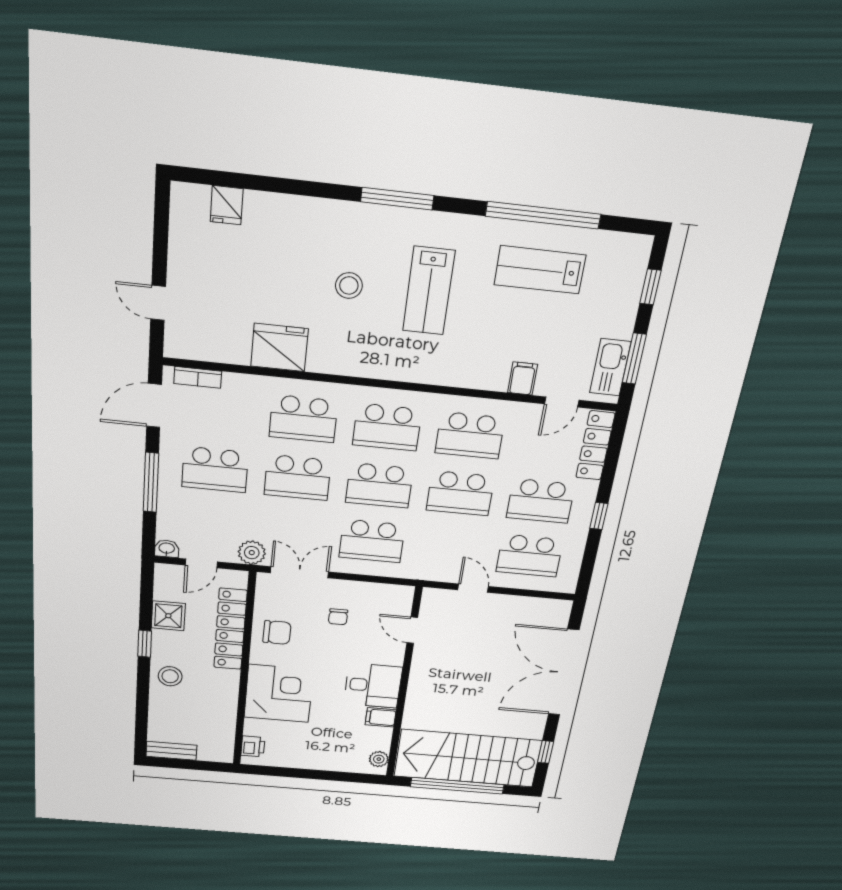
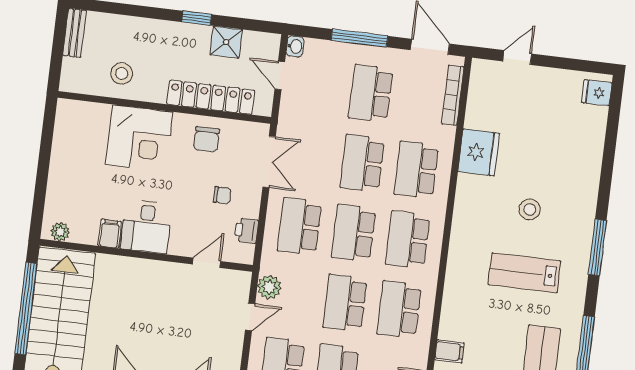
fridge: (227, 205) -> (597, 93), moved
bookcase: (198, 377) -> (453, 95), width x1.56
plant: (252, 553) -> (269, 287), moved
chair: (338, 617) -> (222, 195), turned 180
stool: (170, 676) -> (122, 73), moved
printer: (253, 746) -> (246, 230), moved, turned 90

